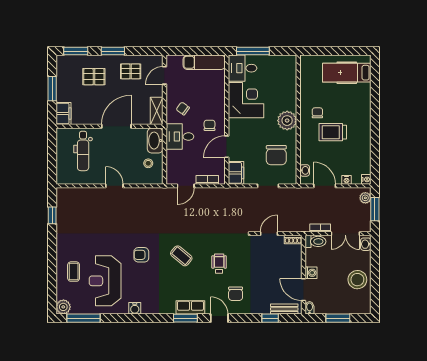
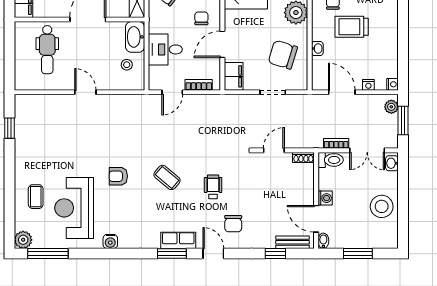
desk: (180, 137) -> (165, 49), moved
chair: (276, 155) -> (283, 55), turned 107
washbasin: (305, 170) -> (317, 49), moved

